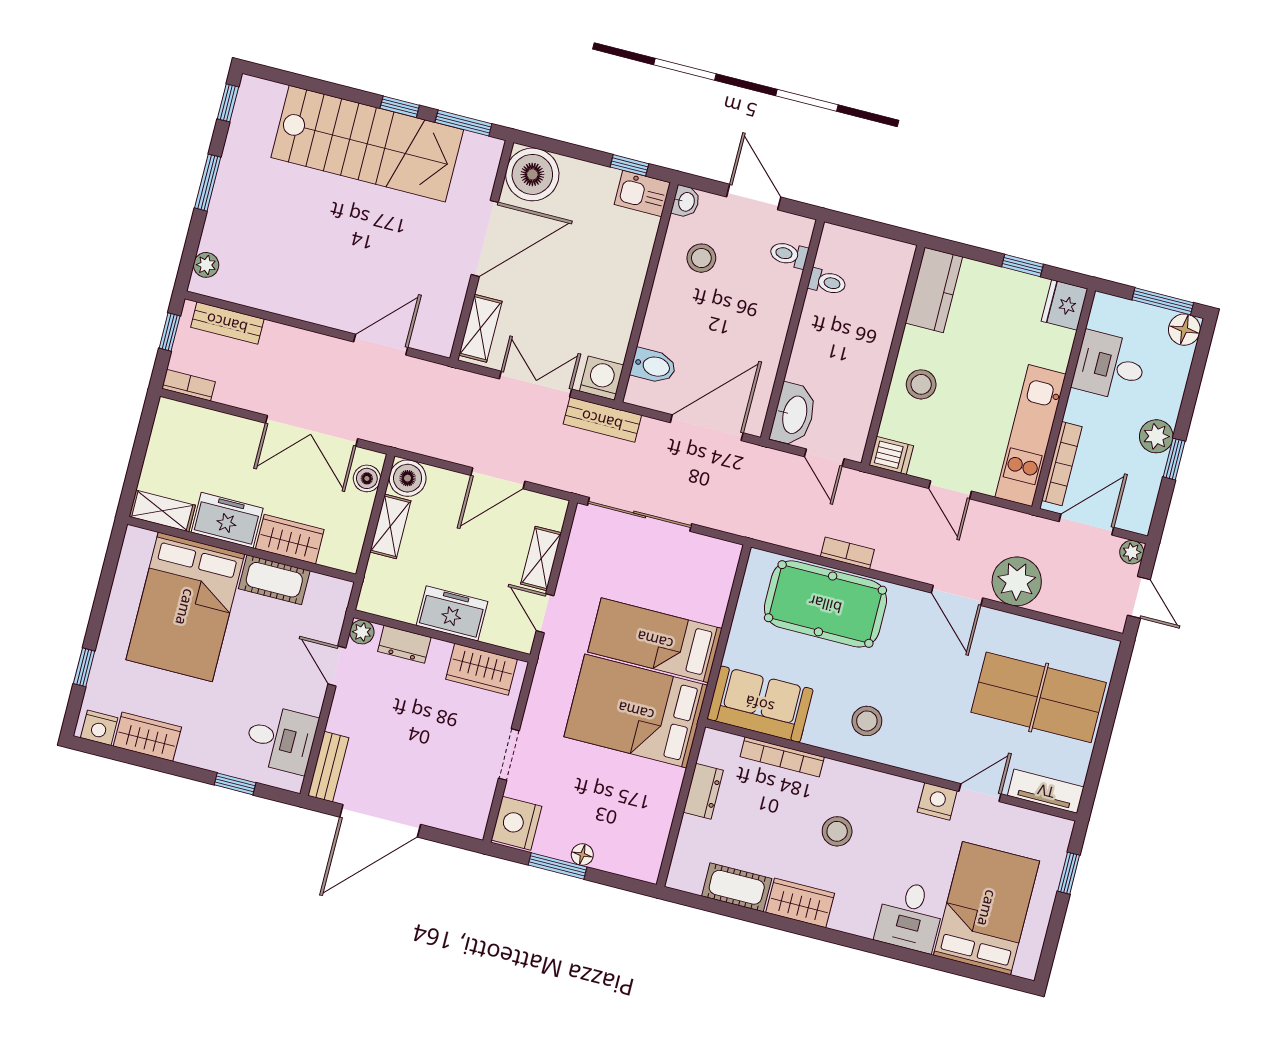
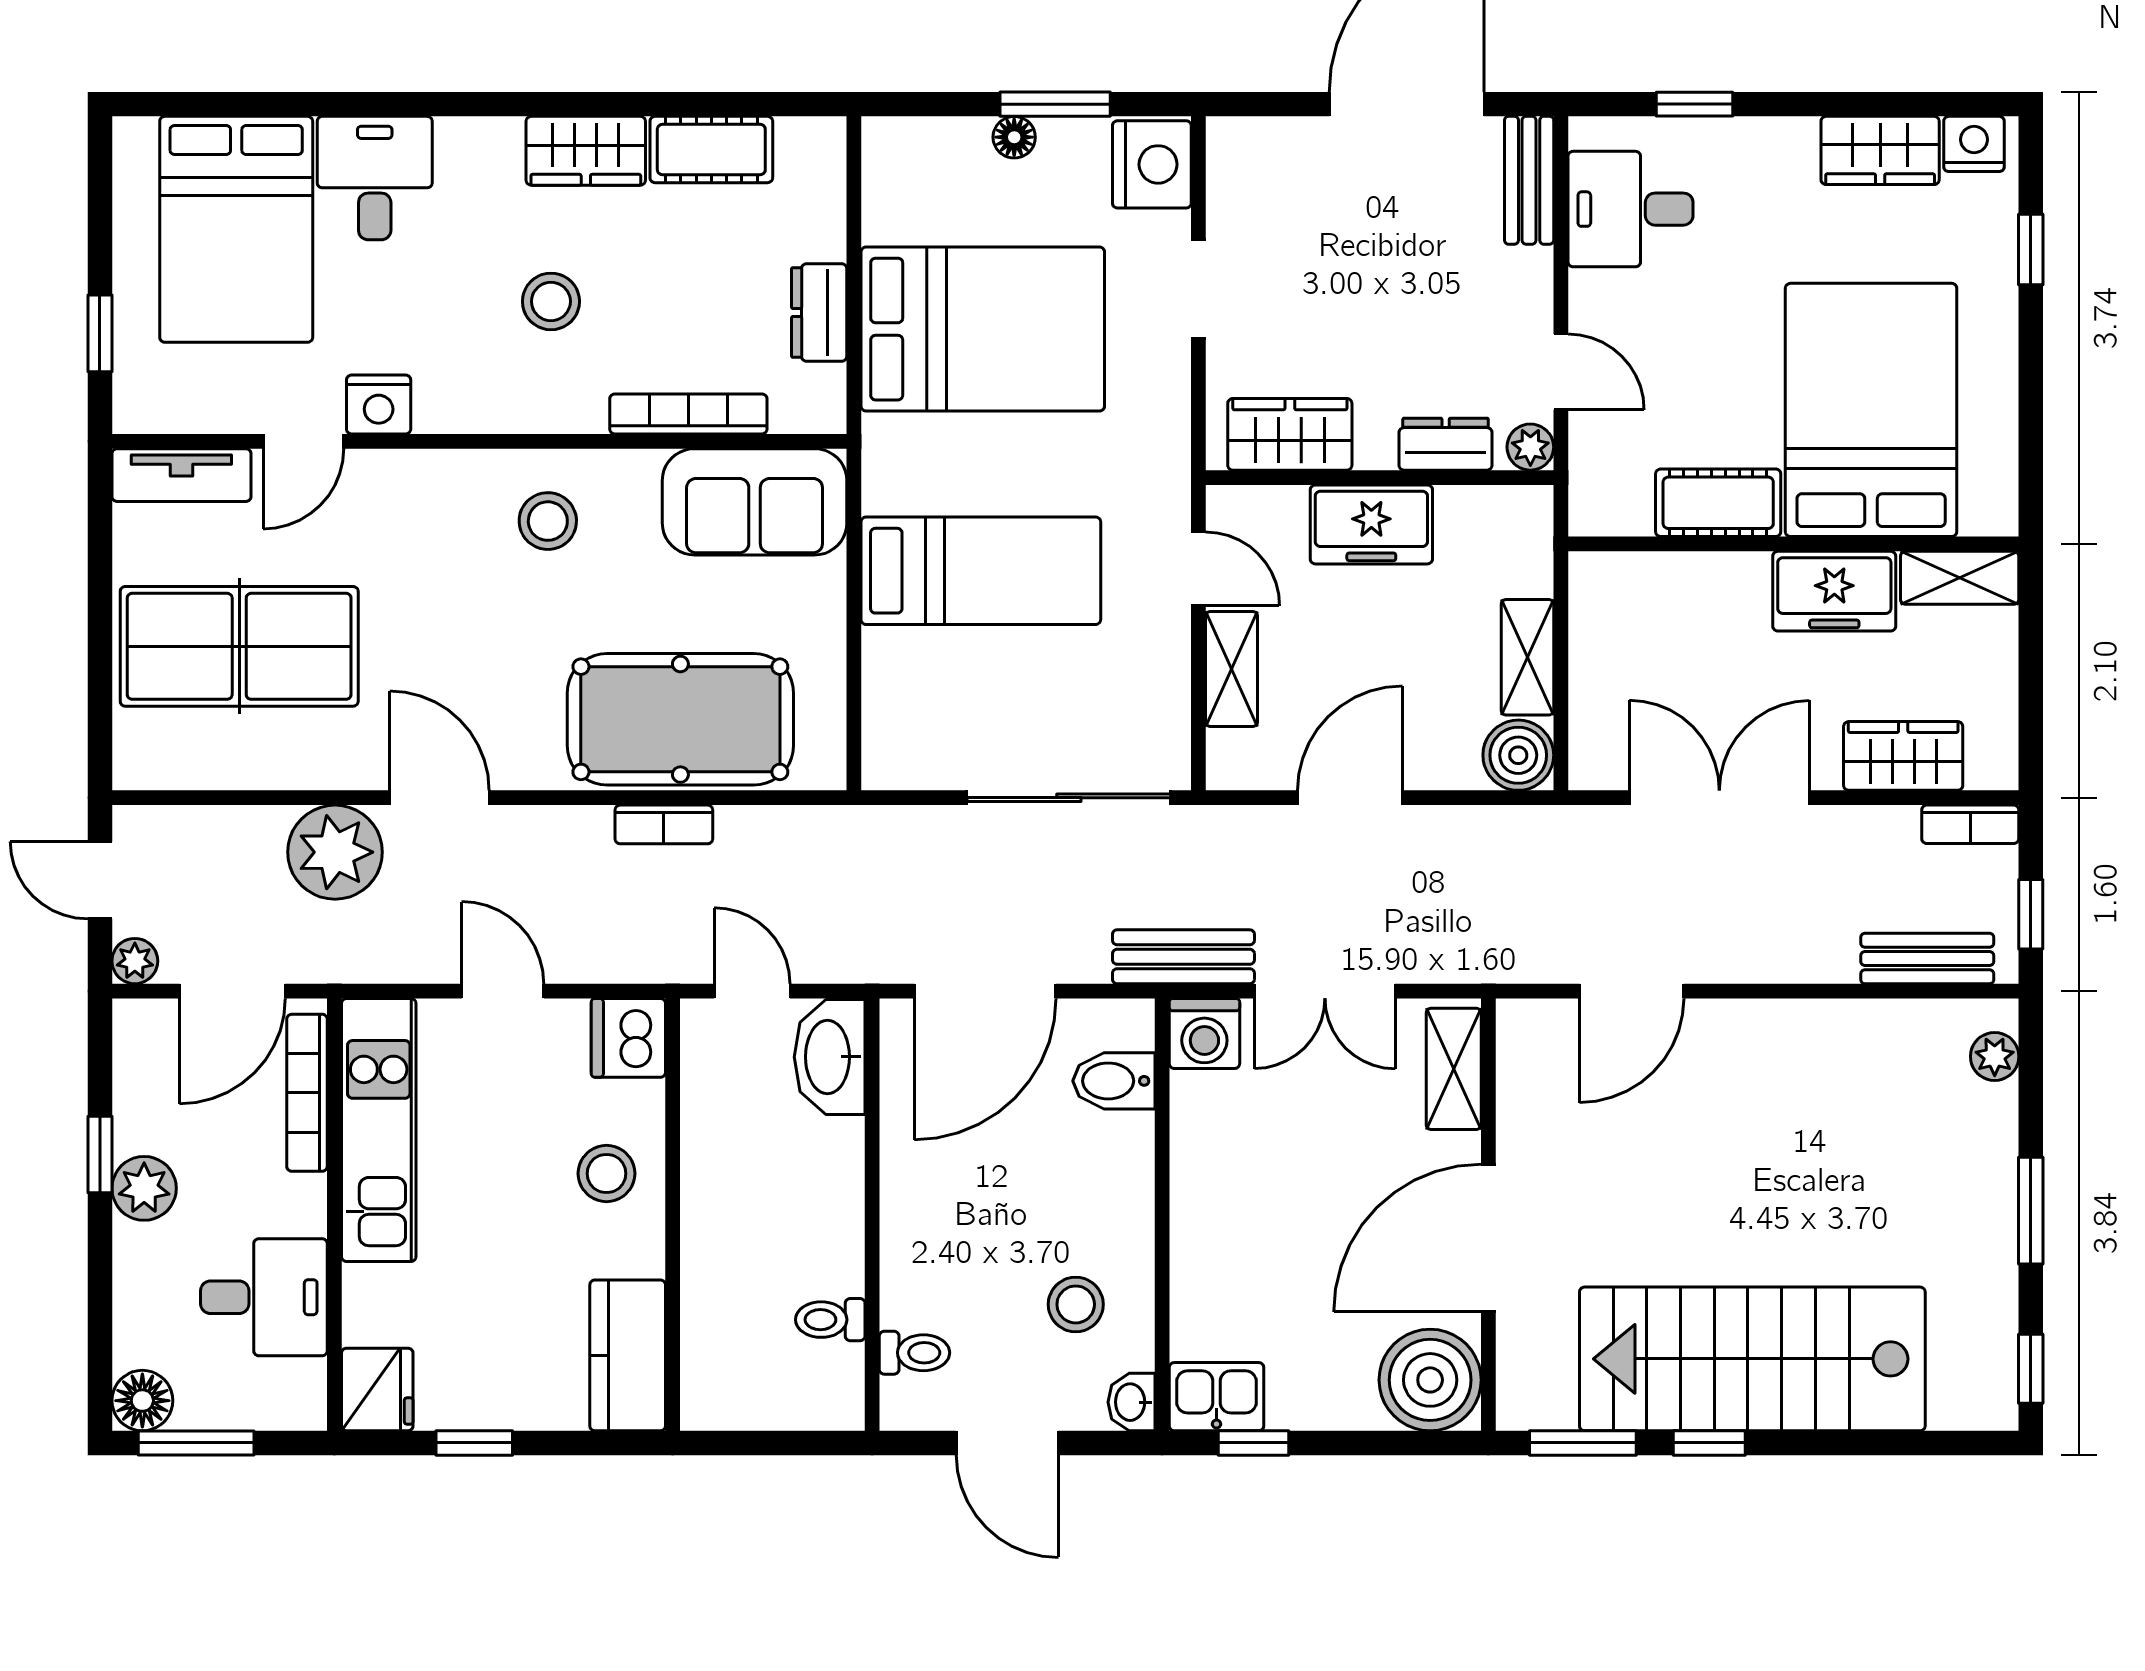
dishwasher: (891, 455) -> (628, 1038), width x1.38
boiler: (367, 478) -> (1594, 735), removed
wardrobe: (290, 539) -> (1903, 756), moved, turned 180
bed: (636, 711) -> (983, 329), moved

